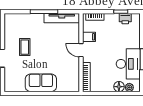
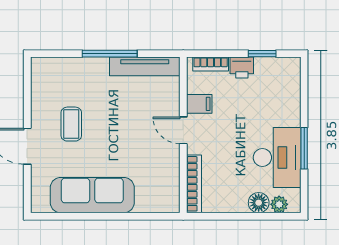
printer: (125, 19) -> (242, 67), moved
sofa: (41, 83) -> (92, 195), width x1.36

